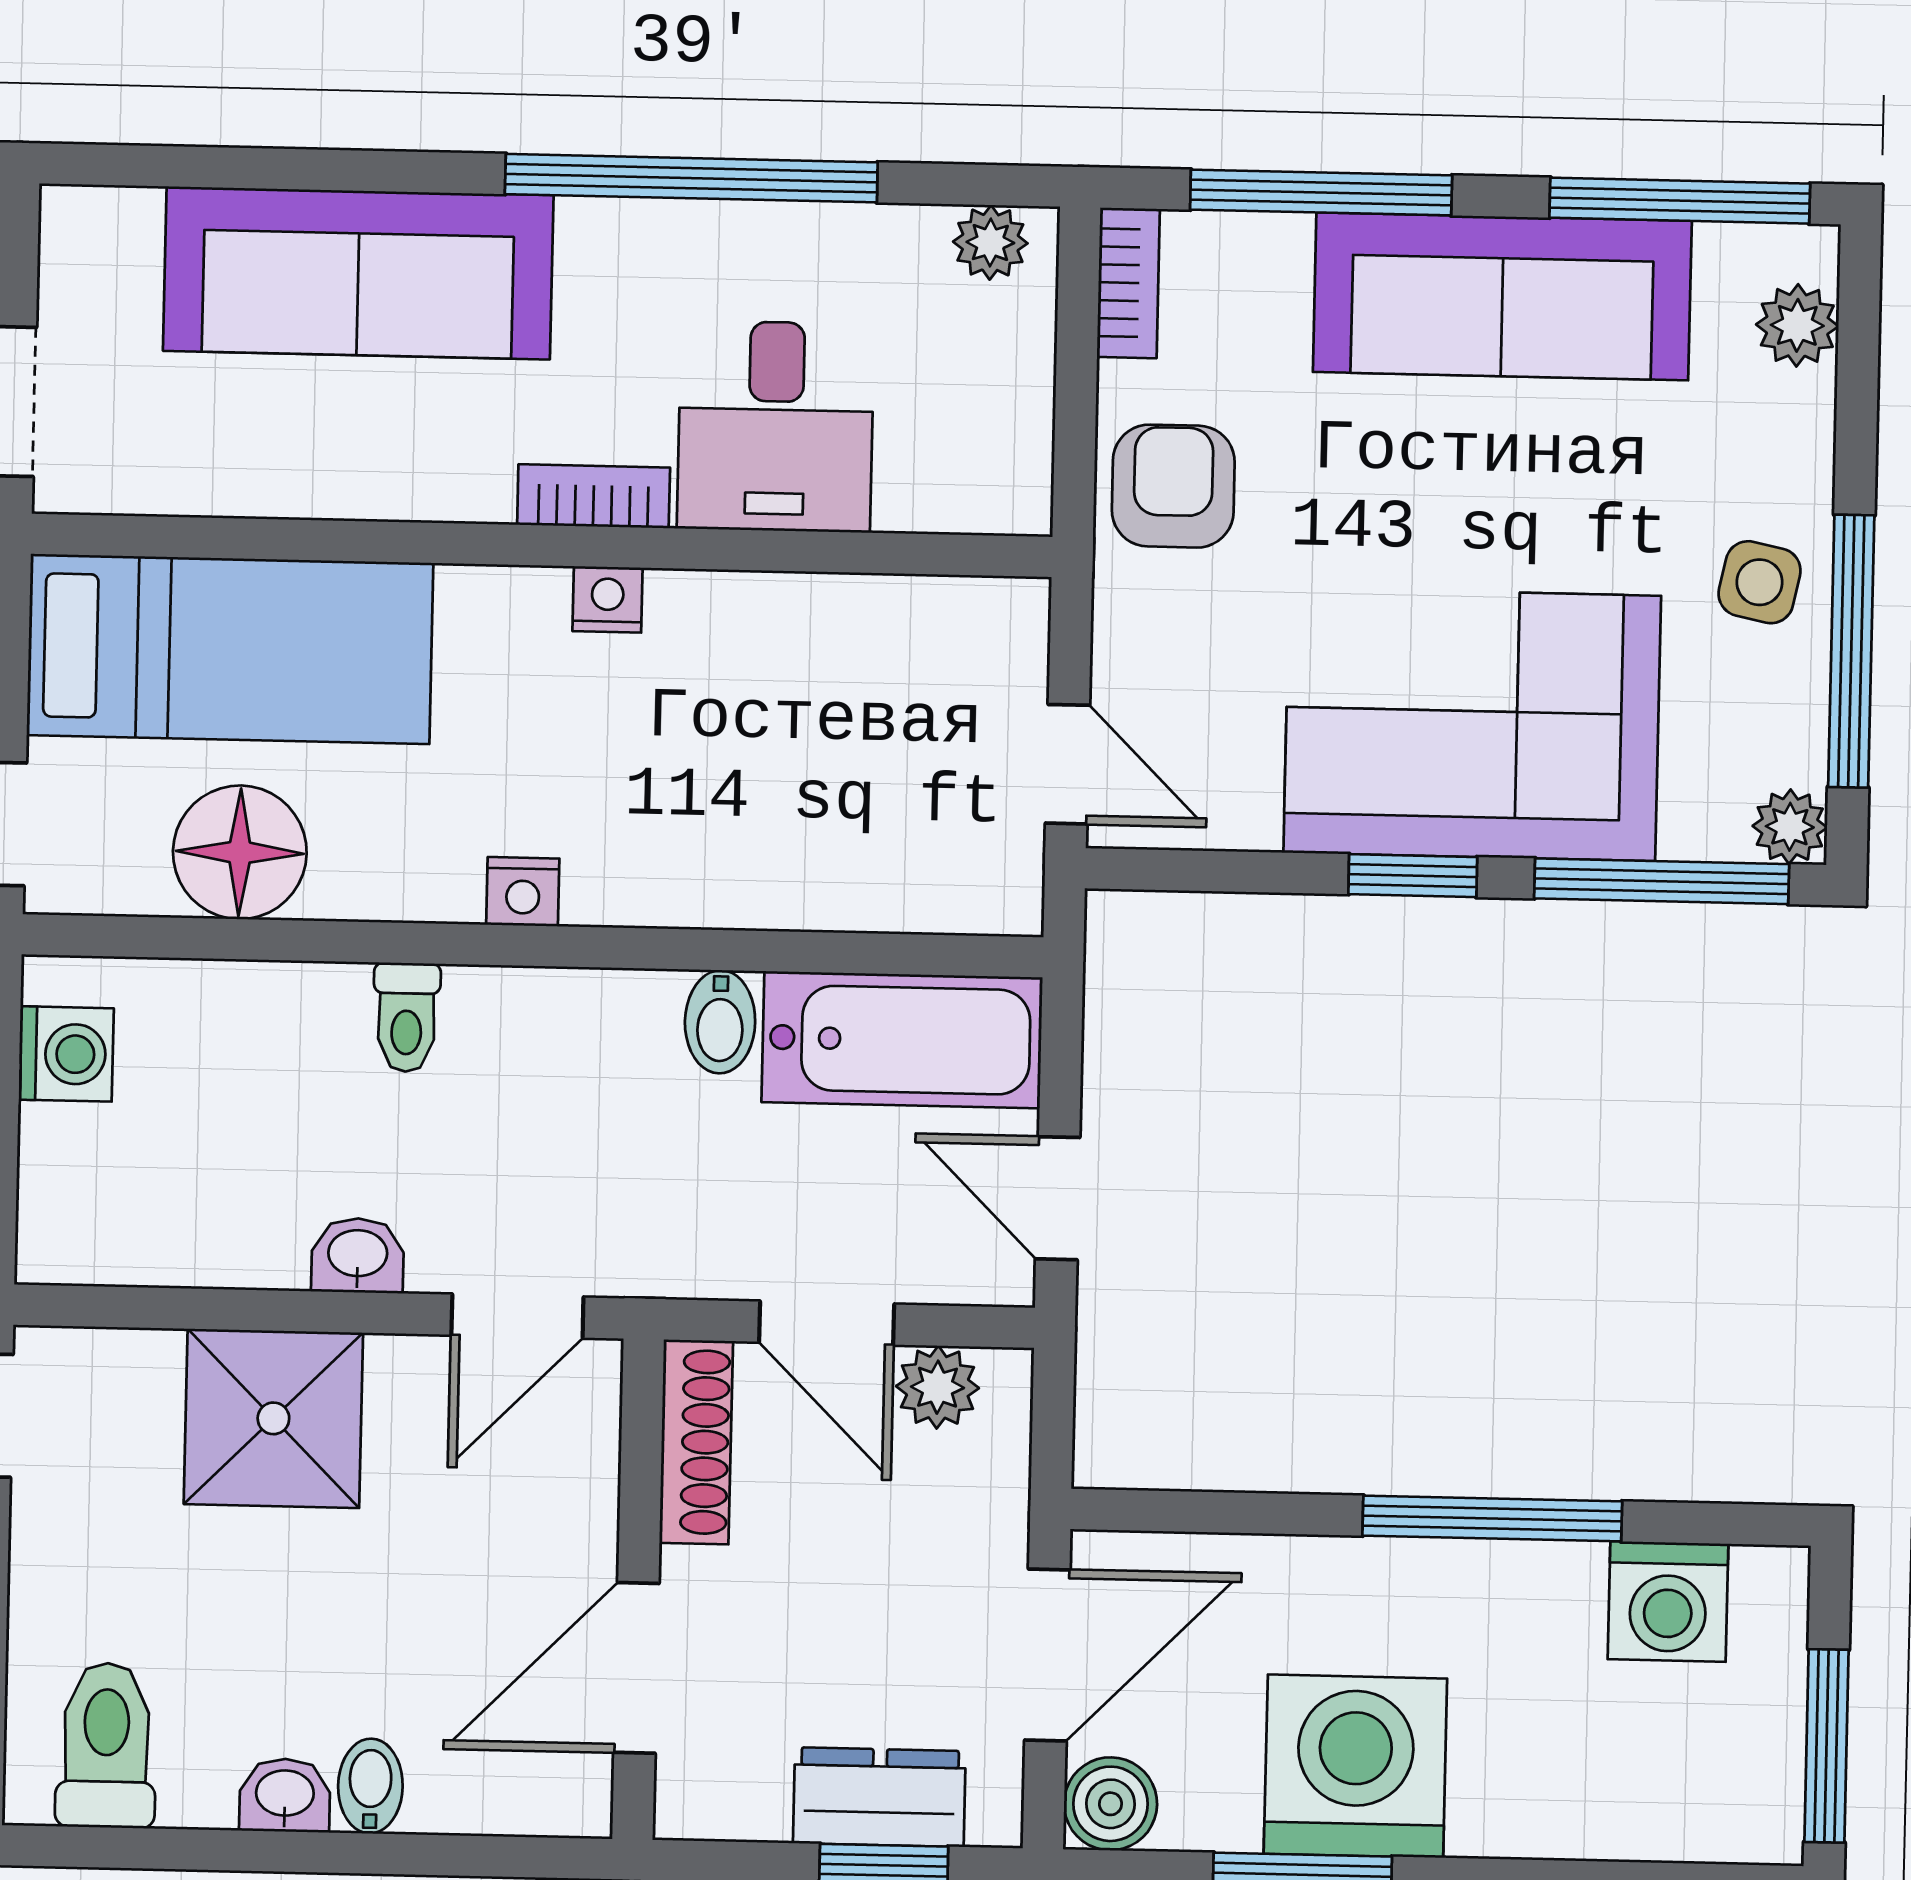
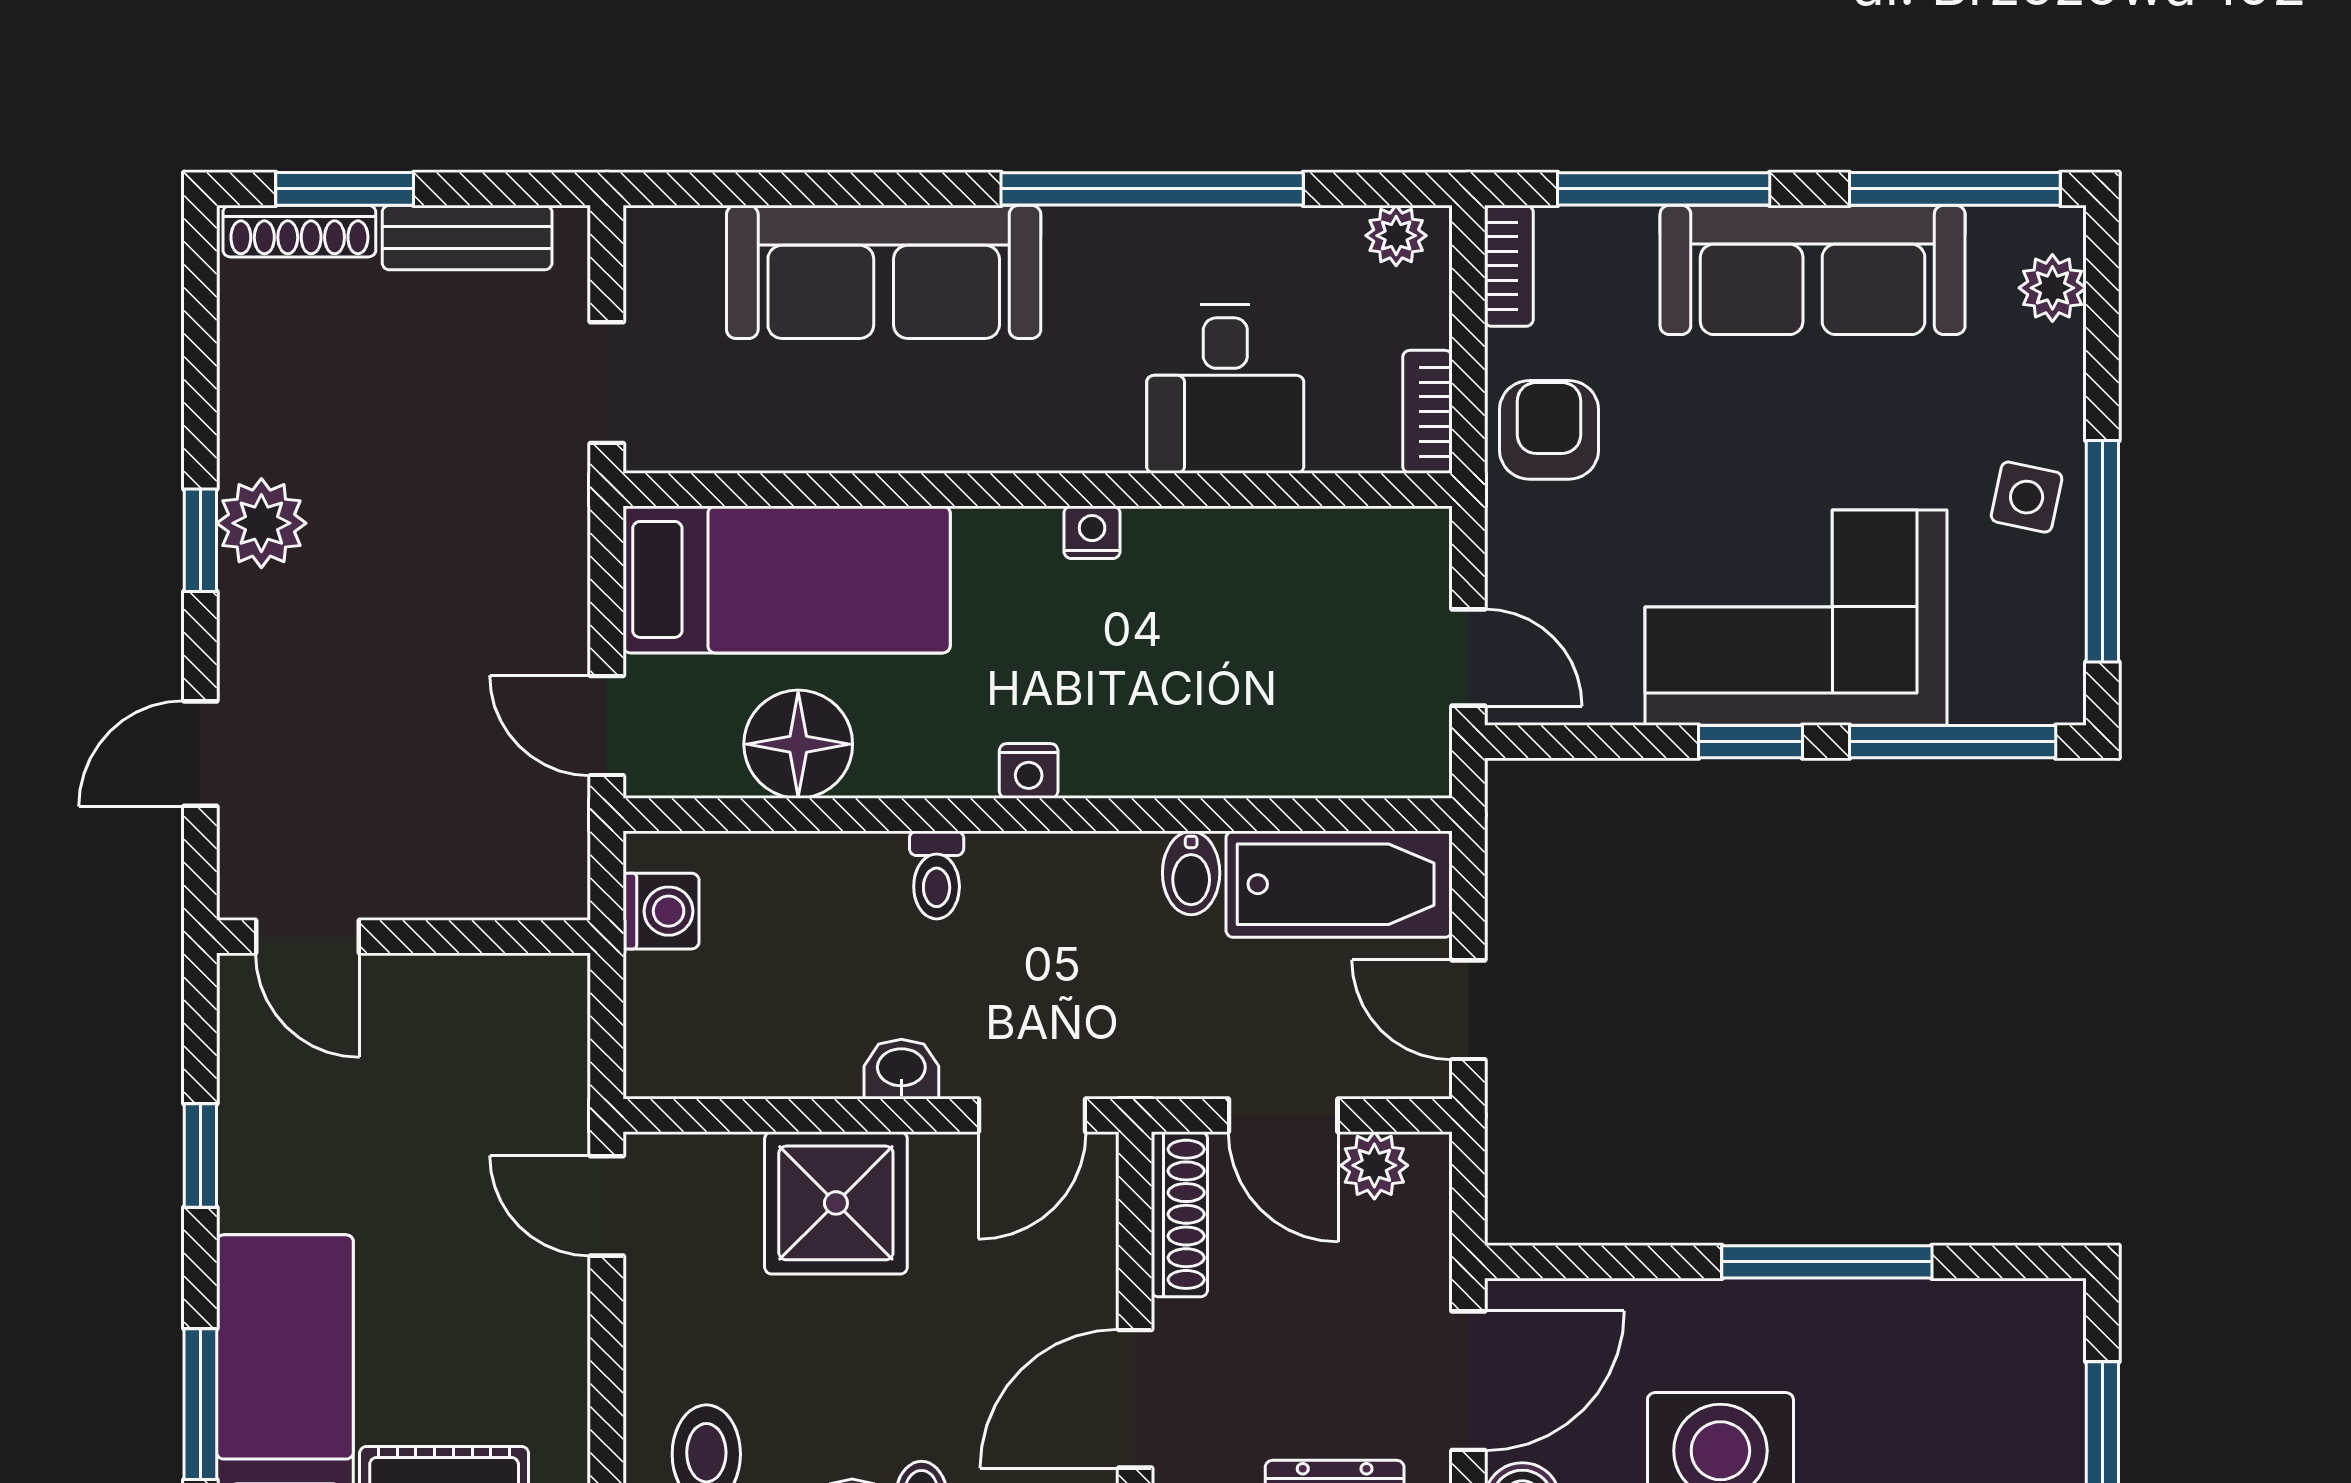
bookcase: (594, 496) -> (1427, 412), moved, turned -90
plant: (1790, 827) -> (2056, 695), removed
washing machine: (1668, 1602) -> (1971, 1326), removed

